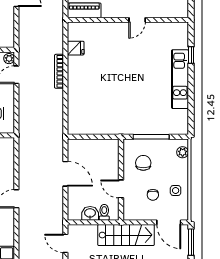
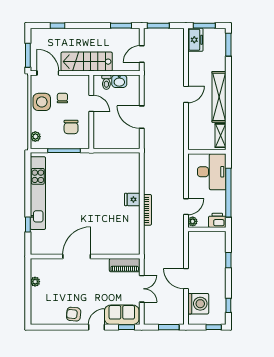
door: (137, 20) -> (77, 256), width x1.88
fridge: (76, 48) -> (132, 199), moved
kitchen unit: (180, 79) -> (38, 193), width x1.36
side table: (176, 190) -> (42, 102), width x1.87, depth x1.87
door: (65, 243) -> (142, 54), swing flipped

